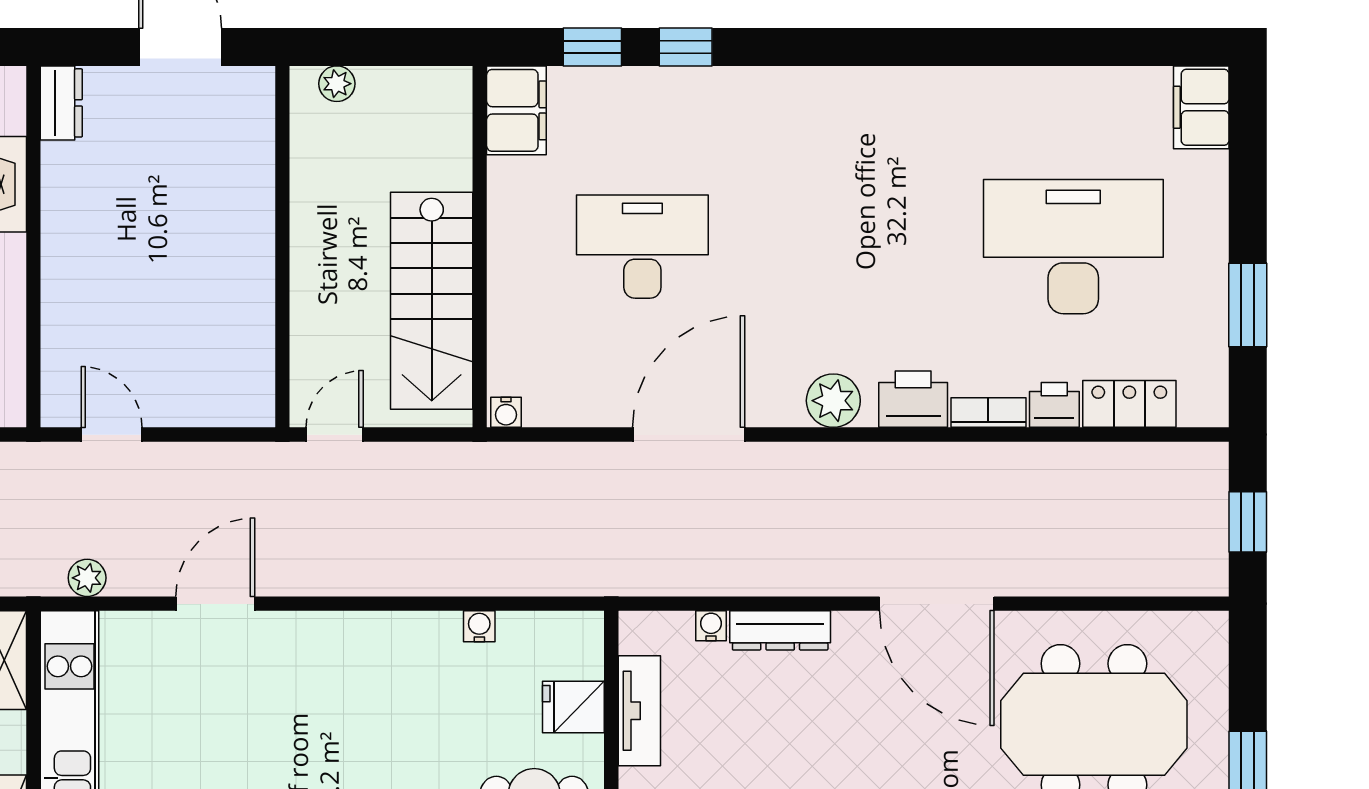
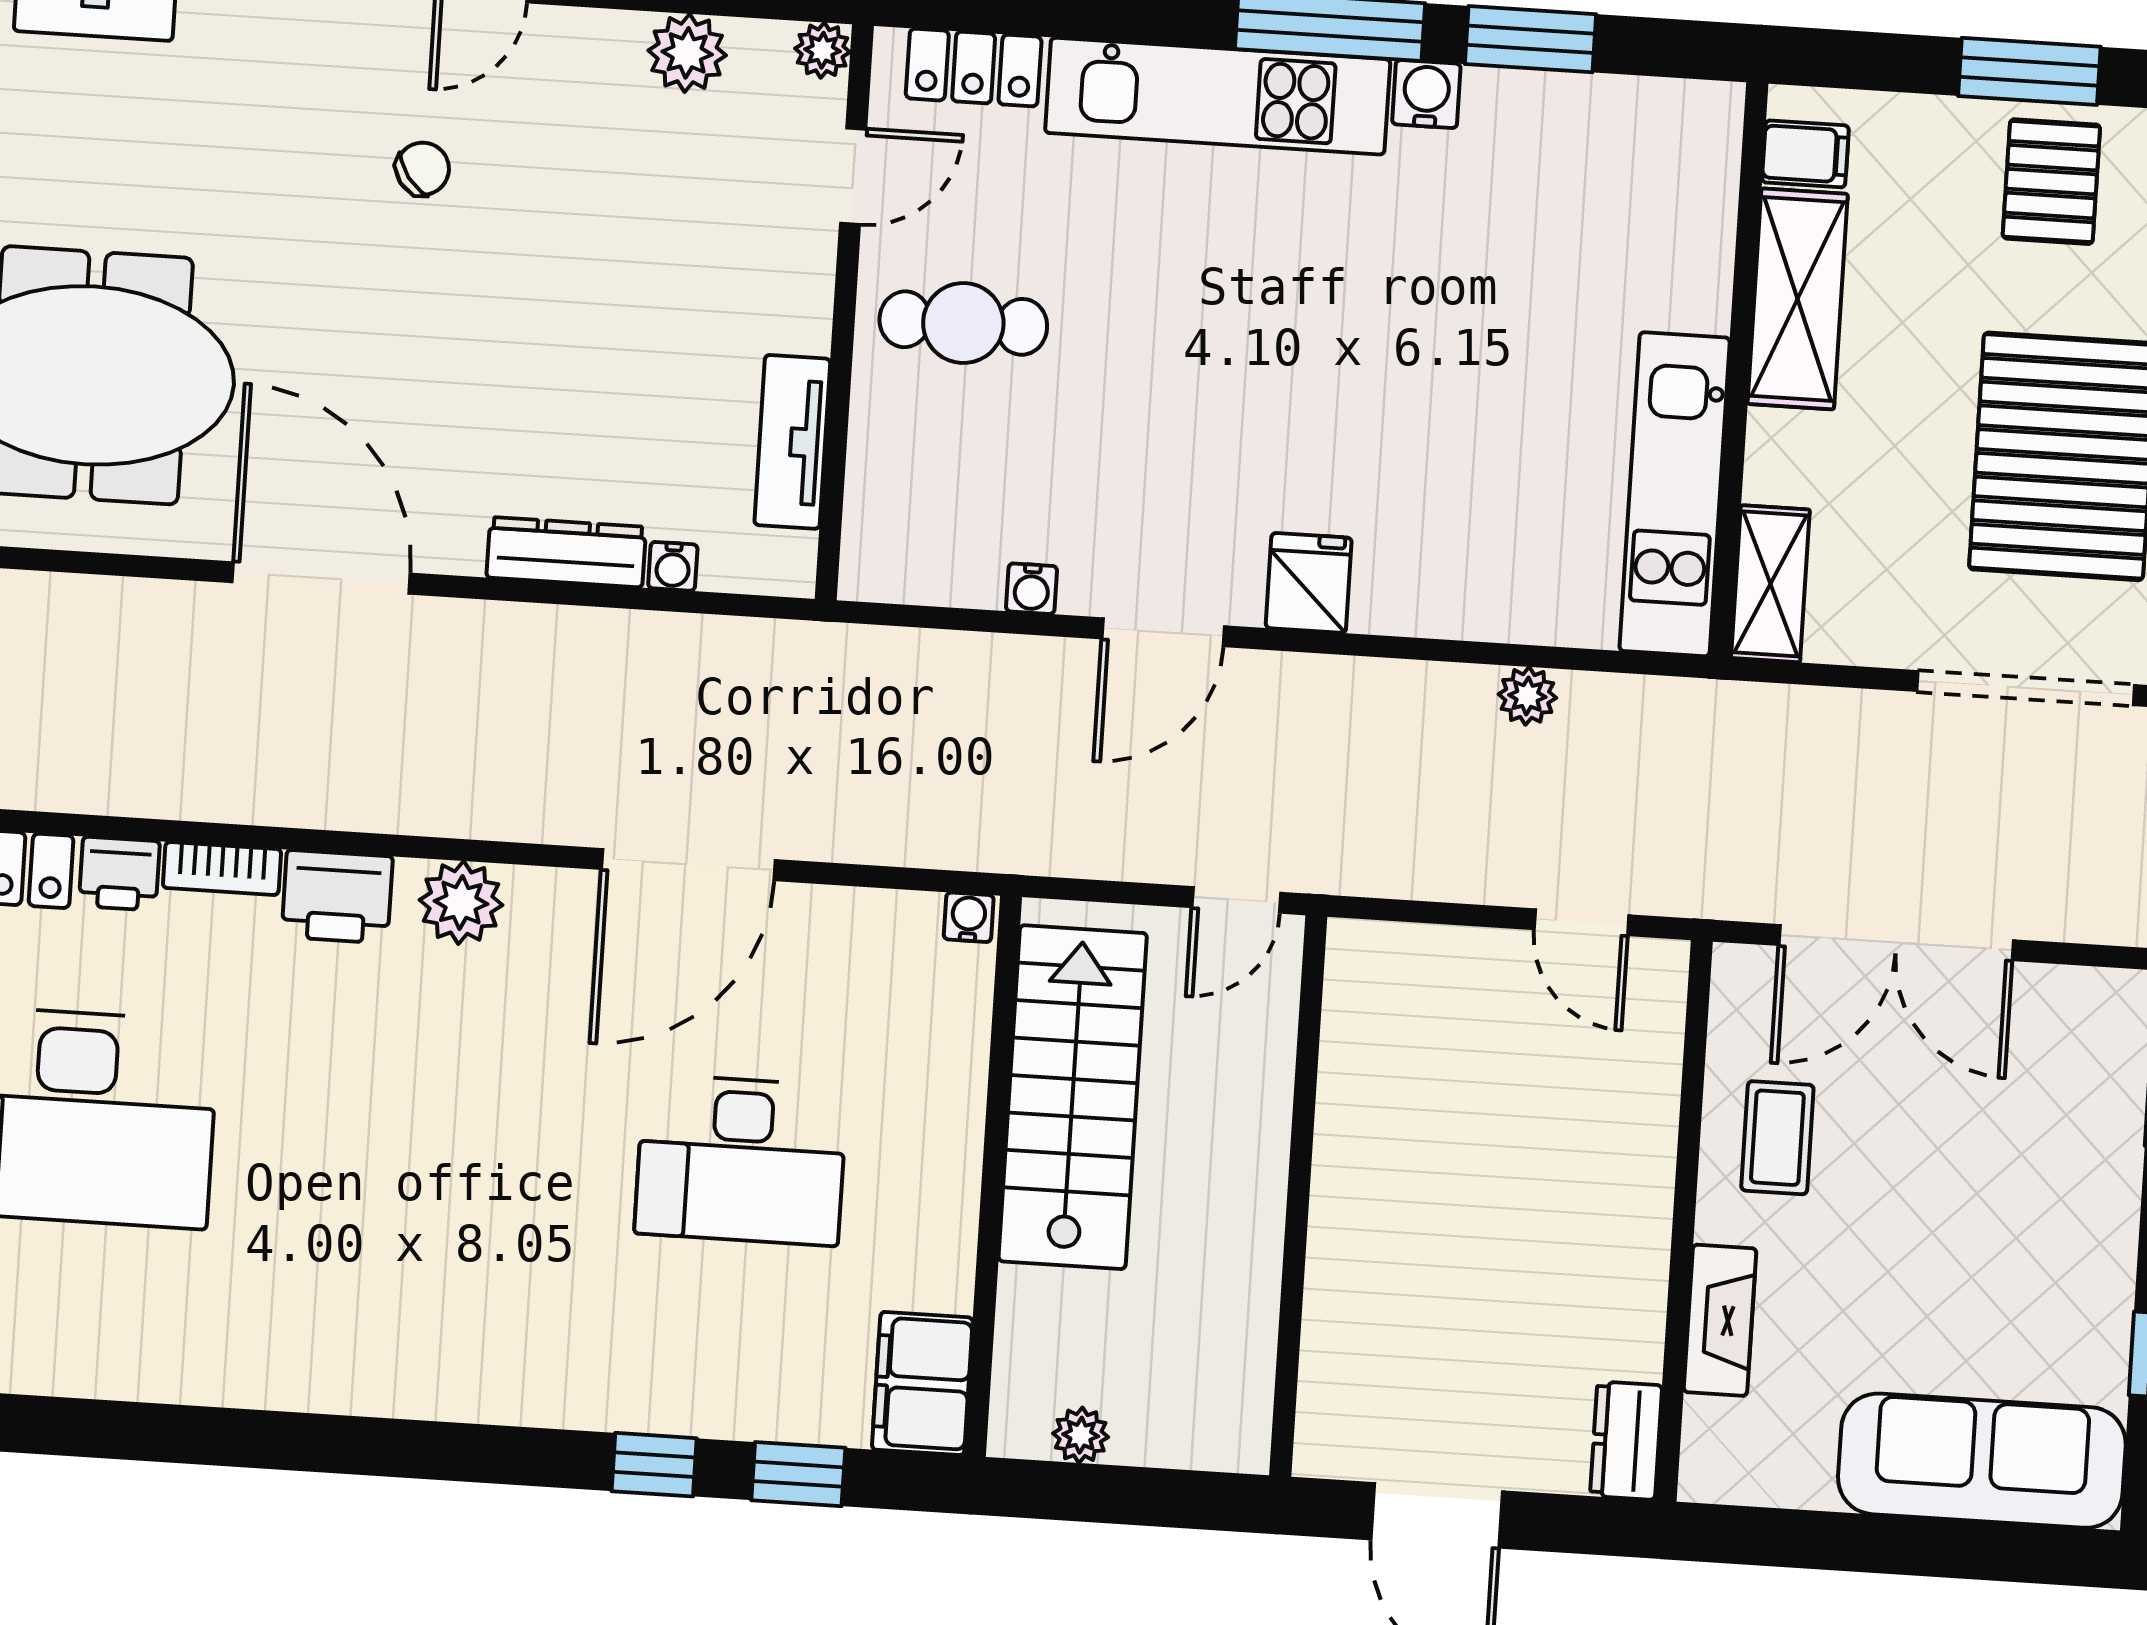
plant: (337, 84) -> (1081, 1435), moved
plant: (87, 578) -> (1527, 696), moved
door: (215, 604) -> (1163, 632), moved
fridge: (573, 707) -> (1309, 583), moved, turned -90

